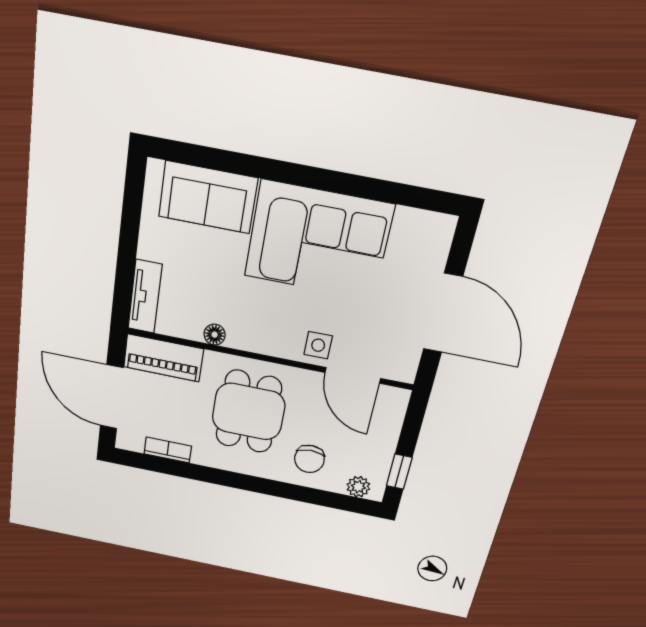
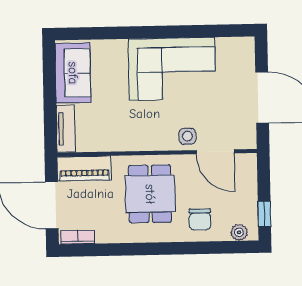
sofa: (208, 197) -> (73, 73), moved, turned -90
floor lamp: (215, 335) -> (117, 144), removed
bookcase: (168, 450) -> (78, 237), moved

